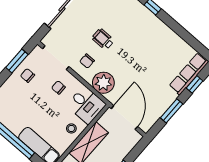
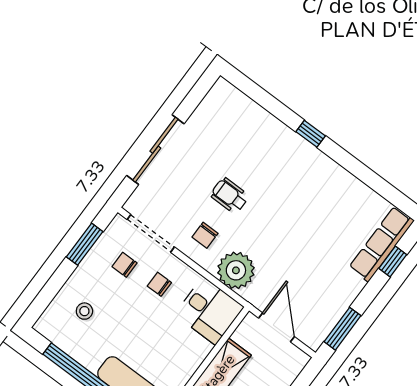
chair: (28, 75) -> (125, 265), moved
window: (172, 111) -> (343, 329), moved
door: (124, 118) -> (277, 327), width x0.73
stool: (71, 128) -> (84, 311), moved

